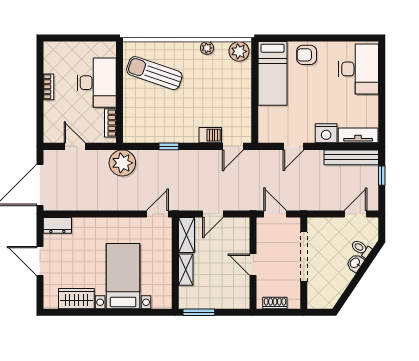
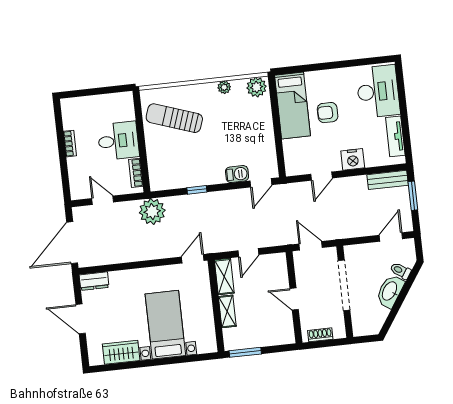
armchair: (307, 55) -> (328, 113), moved
desk: (97, 83) -> (118, 141), width x0.73
tv unit: (358, 135) -> (395, 136), moved, turned -90
bench: (351, 157) -> (388, 180), width x0.73
window: (382, 176) -> (413, 196), width x1.50
washbasin: (355, 263) -> (390, 291), width x1.91, depth x1.45

